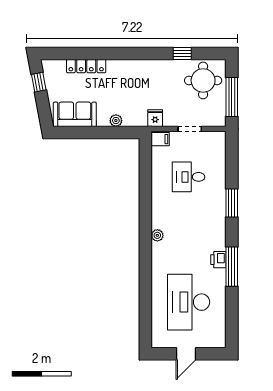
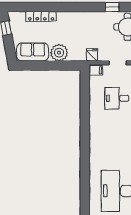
plant: (116, 121) -> (59, 53), width x1.88, depth x1.88
plant: (157, 235) -> (94, 142), removed

